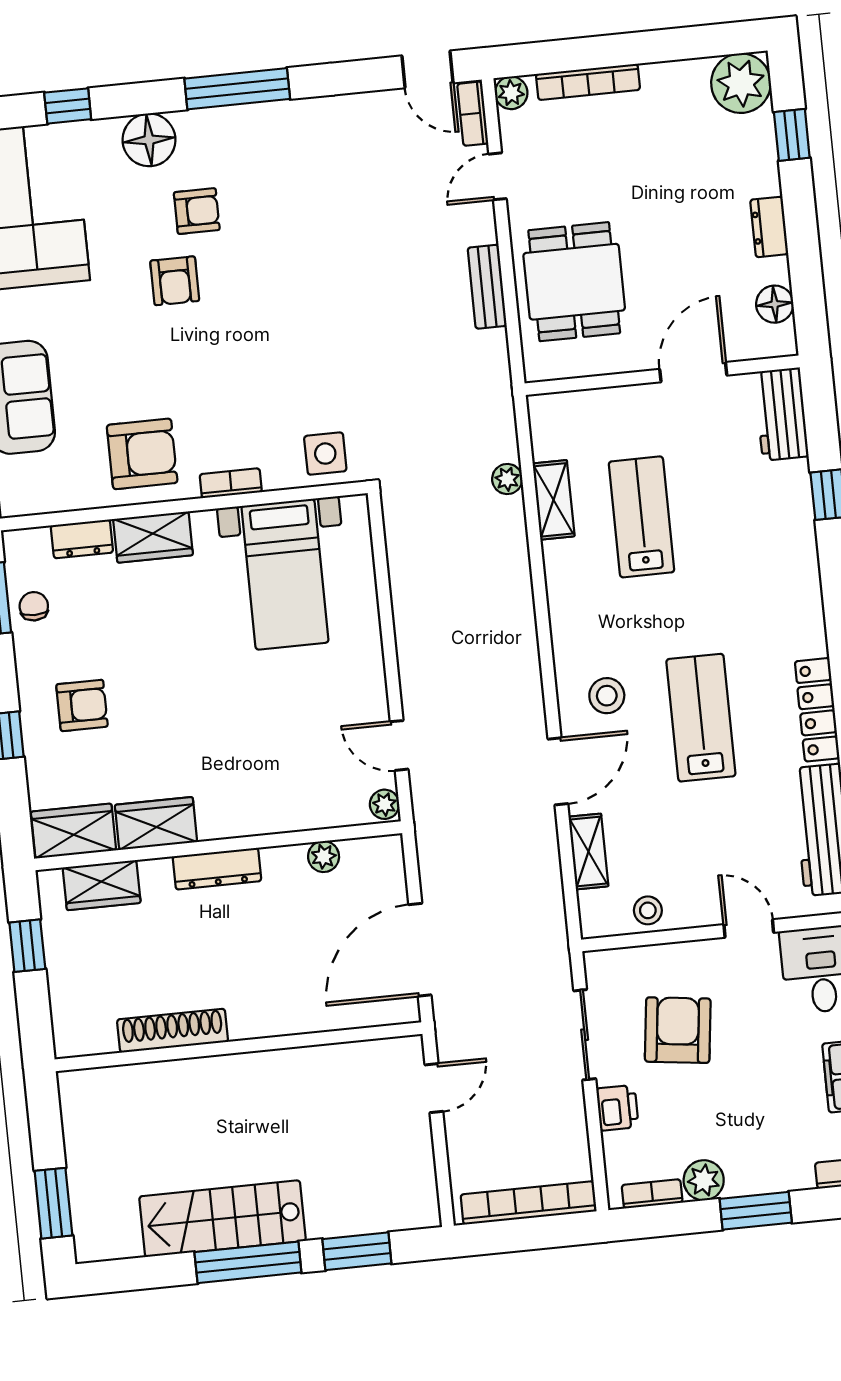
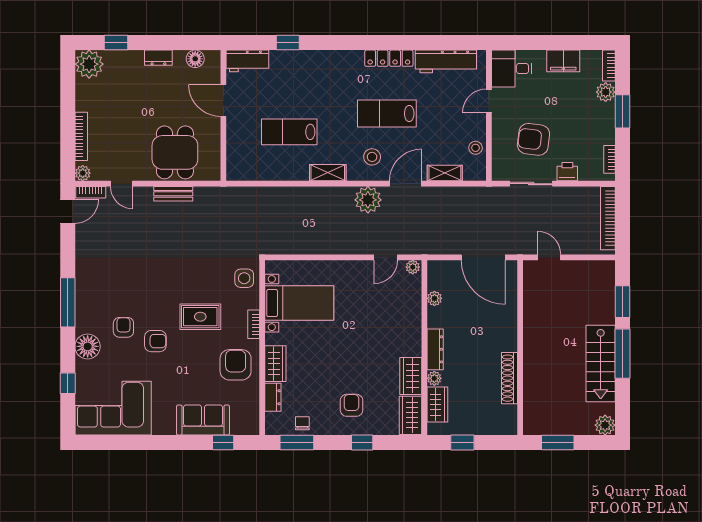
dining table: (574, 282) -> (175, 152), turned 90
rug: (235, 370) -> (200, 317), added
plant: (507, 479) -> (368, 200), moved, width x1.88, depth x1.88
shelving: (554, 500) -> (328, 173), moved
chair: (34, 606) -> (302, 423), turned 90
door: (558, 771) -> (406, 184), hinge flipped
plant: (156, 873) -> (434, 378), added
plant: (704, 1180) -> (606, 92), moved
window: (53, 1203) -> (558, 443), moved
plant: (94, 1241) -> (605, 425), added

